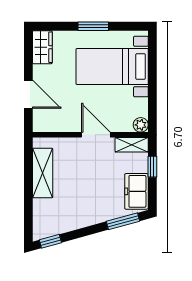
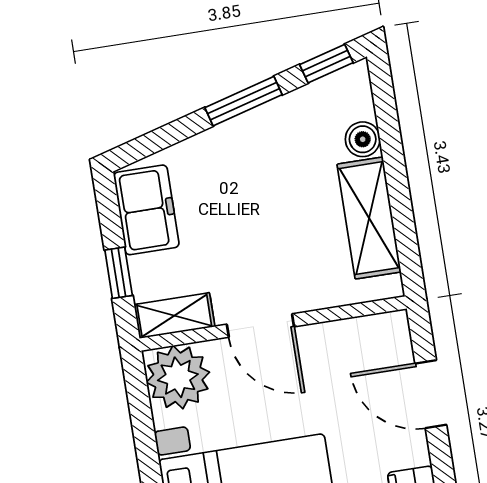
plant: (141, 125) -> (178, 377), width x1.88, depth x1.88
boiler: (40, 207) -> (363, 139), added
window: (123, 221) -> (244, 101), moved

